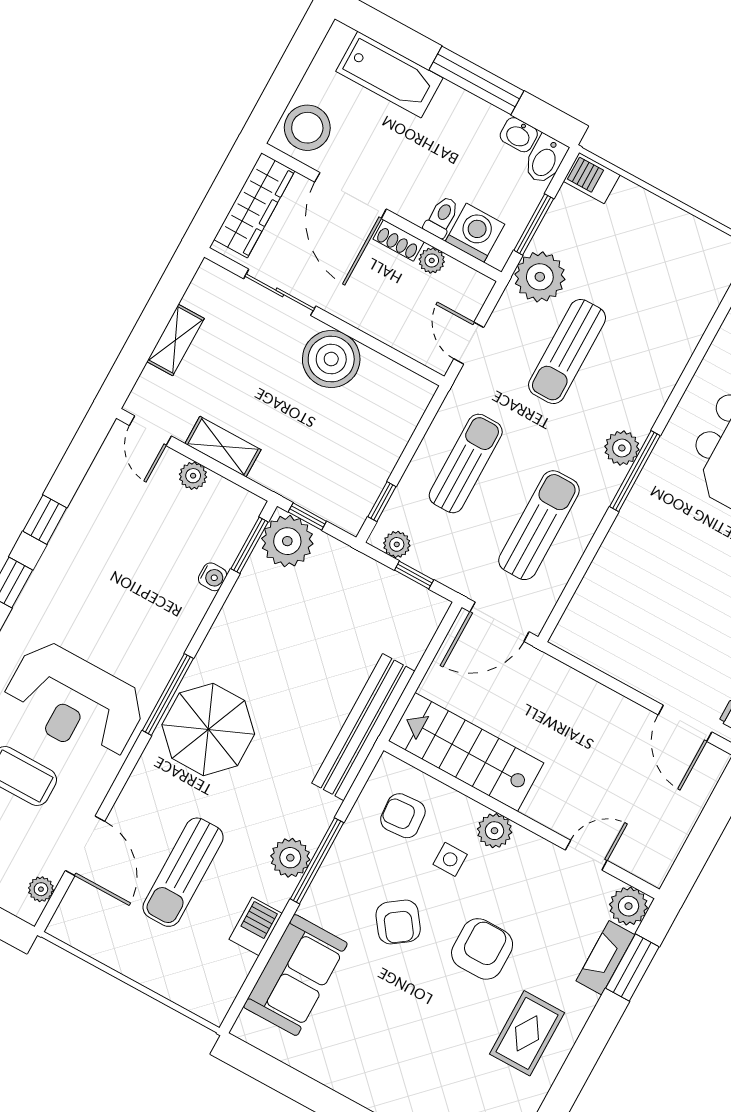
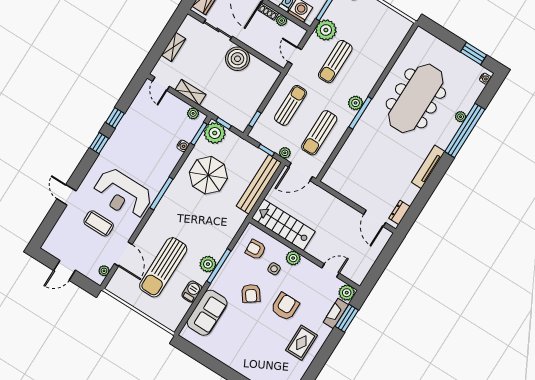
plant: (193, 476) -> (193, 113), moved
sun lounger: (539, 525) -> (319, 133), turned 180
plant: (397, 544) -> (285, 153), moved
bench: (363, 727) -> (259, 184), moved
parasol: (208, 729) -> (208, 175), moved
sun lounger: (183, 872) -> (163, 267), width x1.36, depth x1.34

